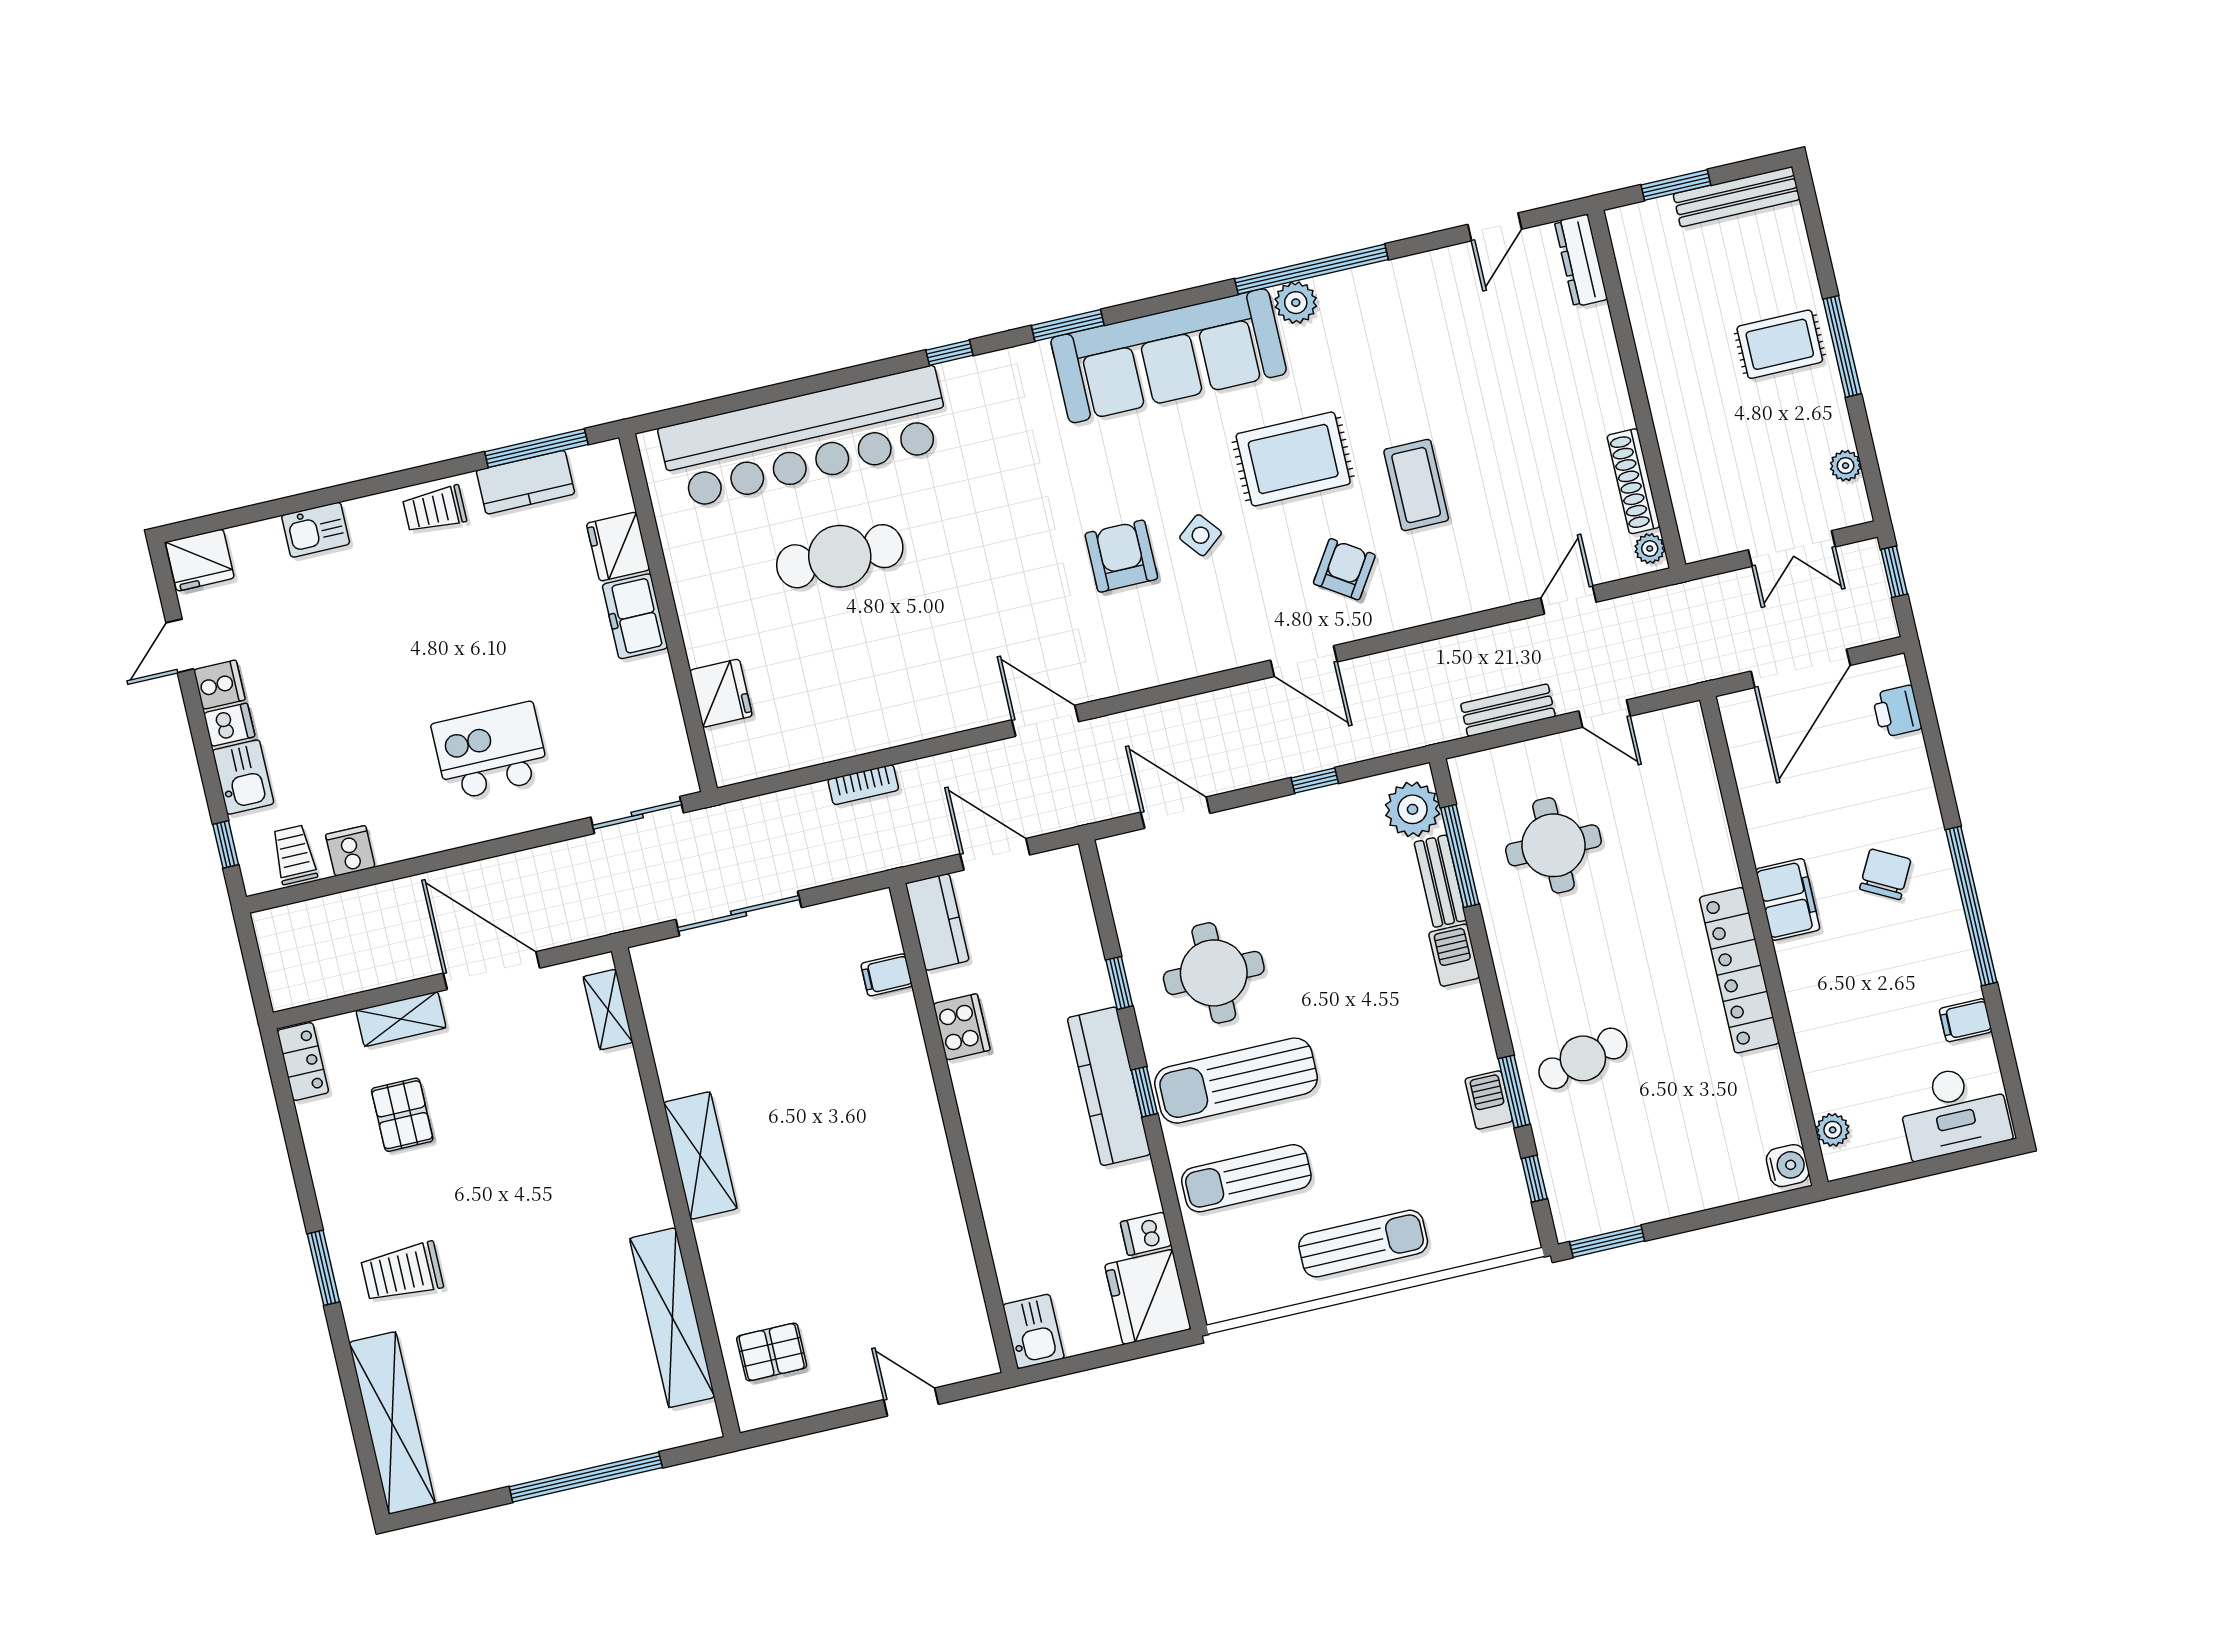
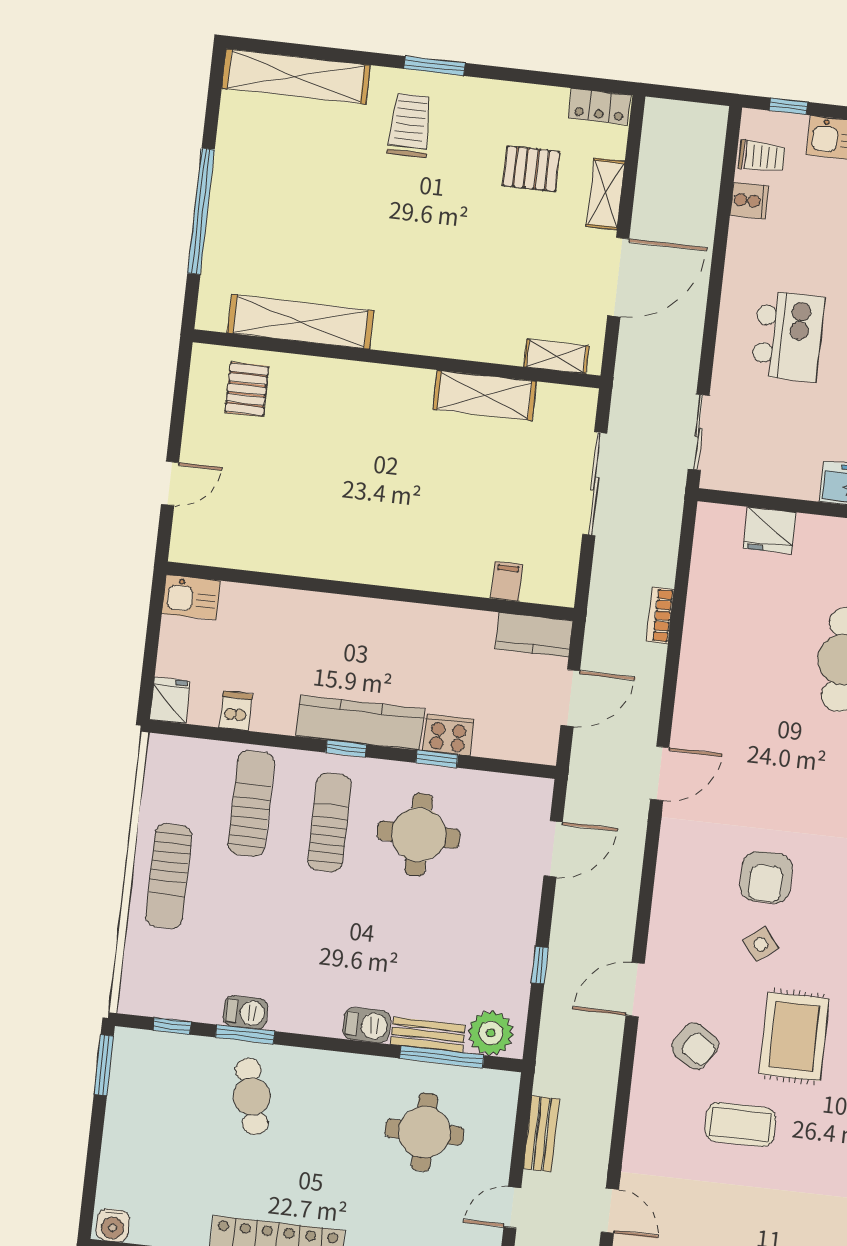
armchair: (1121, 556) -> (766, 877), turned 90
cooker: (962, 1027) -> (448, 735), moved, turned 180
sun lounger: (1236, 1081) -> (330, 822), width x0.73, depth x0.75
shelving: (700, 1156) -> (485, 395), moved
fridge: (1148, 1297) -> (170, 700), width x0.53, depth x0.75

